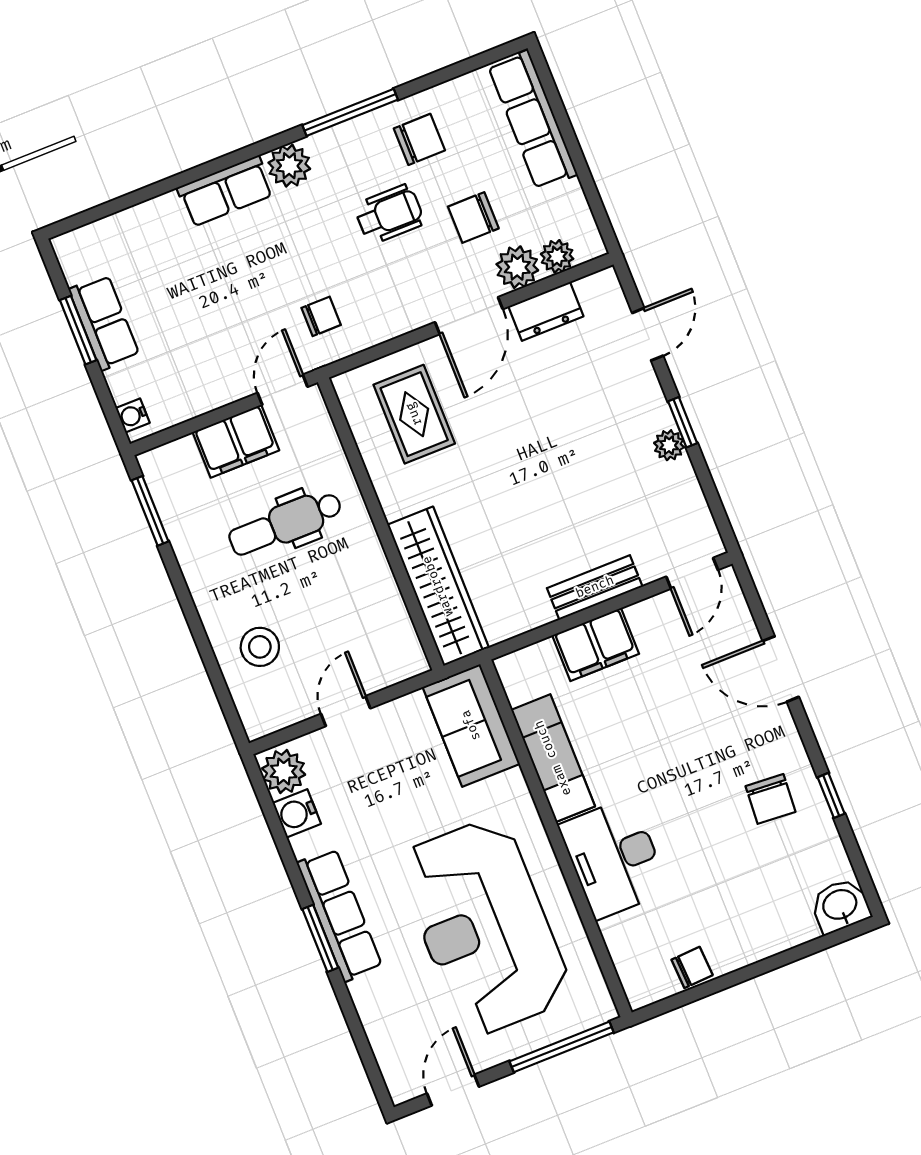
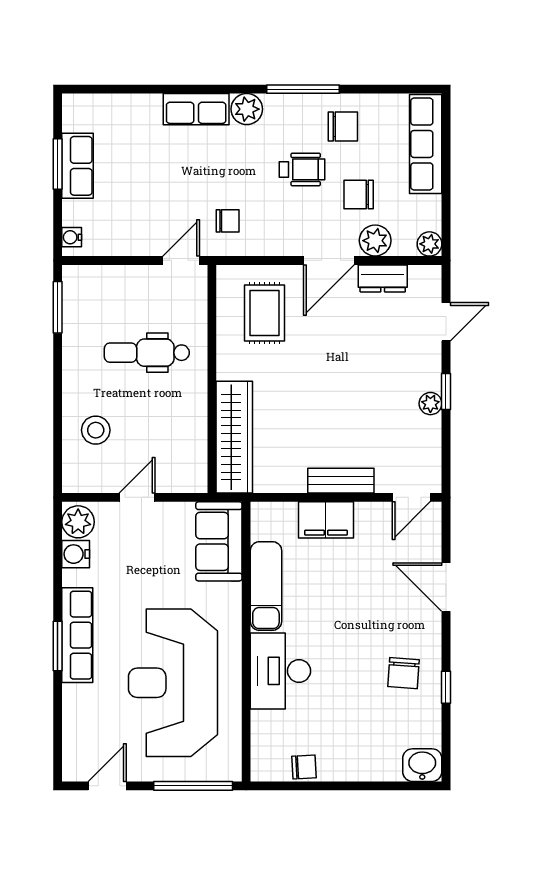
plant: (557, 256) -> (429, 244), moved
filing cabinet: (236, 441) -> (135, 283), removed

